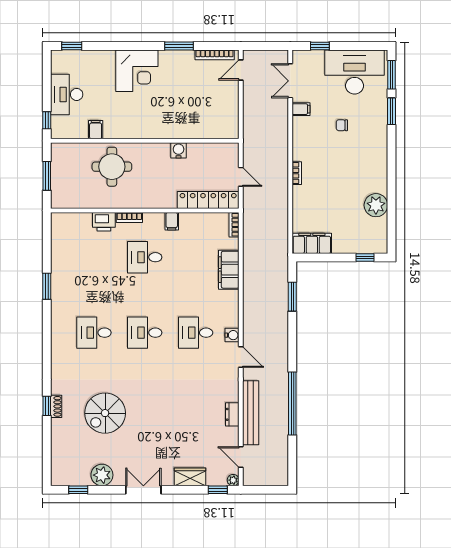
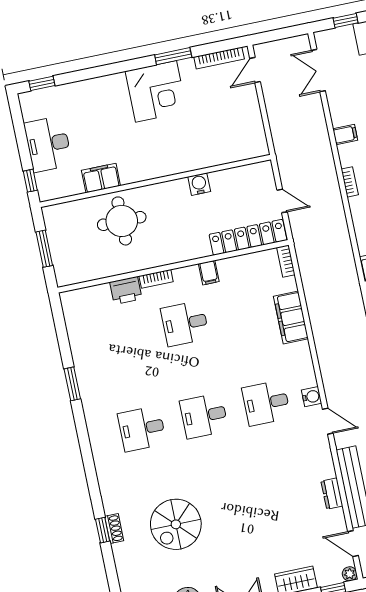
corner desk: (137, 71) -> (156, 91), moved
filing cabinet: (301, 109) -> (345, 135), moved
filing cabinet: (96, 130) -> (101, 178), width x2.00

